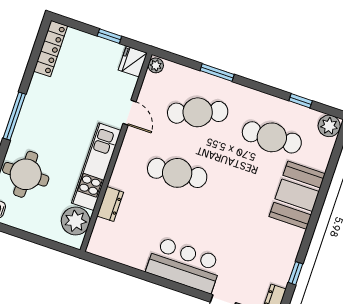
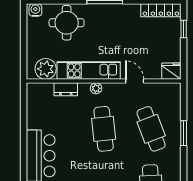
window: (109, 36) -> (184, 29), moved
plant: (156, 65) -> (96, 88), moved
door: (130, 113) -> (135, 81), swing flipped

